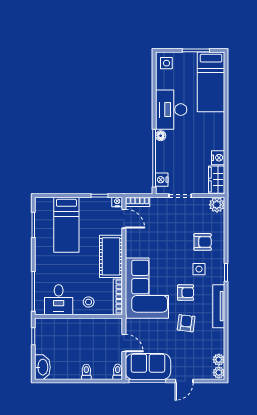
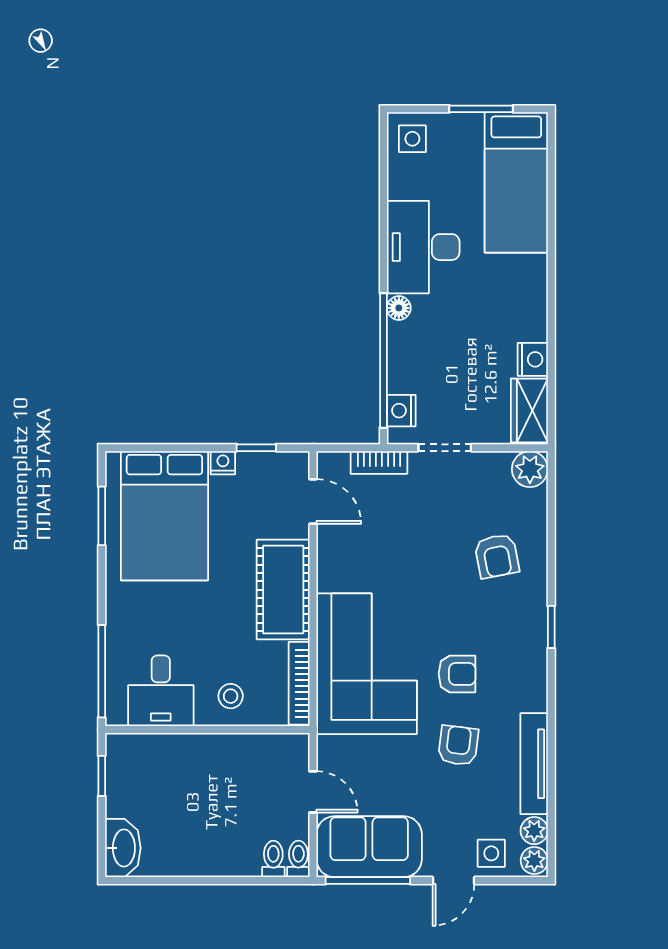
nightstand: (117, 202) -> (223, 463), moved
bookcase: (137, 202) -> (379, 462), moved
bed: (66, 225) -> (164, 516), width x1.50
armchair: (203, 242) -> (497, 556), turned 79
side table: (199, 269) -> (491, 853), moved
tv unit: (219, 306) -> (534, 764), moved
toilet: (86, 372) -> (273, 859), moved

